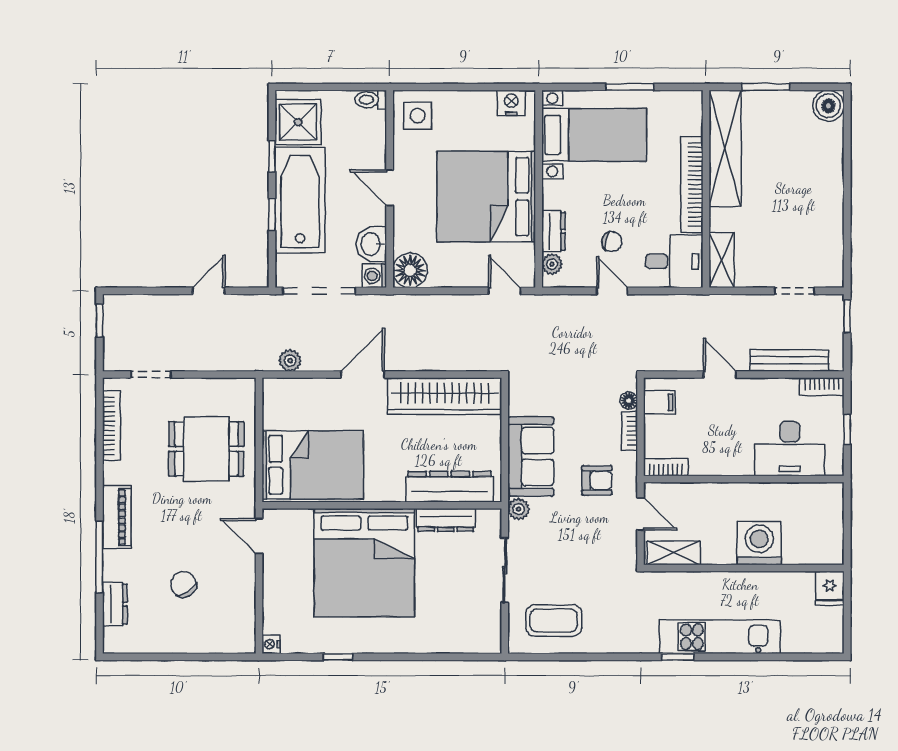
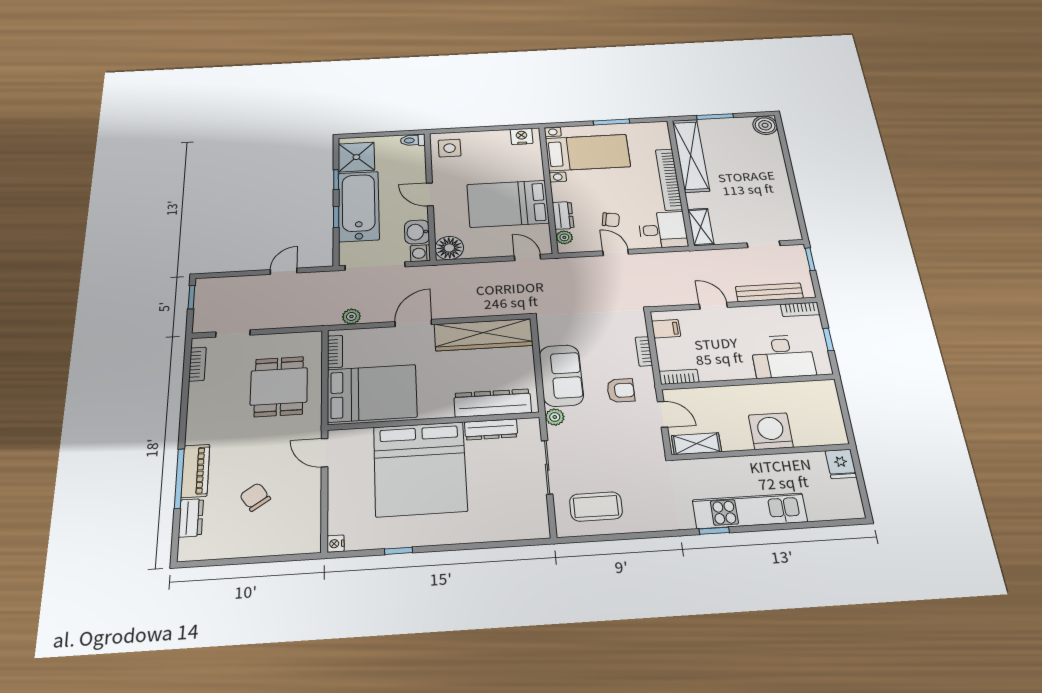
bed: (486, 197) -> (508, 204), width x0.73
floor lamp: (629, 401) -> (640, 329), removed
bookcase: (271, 407) -> (335, 351), added
bookcase: (111, 426) -> (197, 364), width x0.64
dining table: (206, 449) -> (279, 386), turned 90
piano: (117, 517) -> (195, 471), moved

